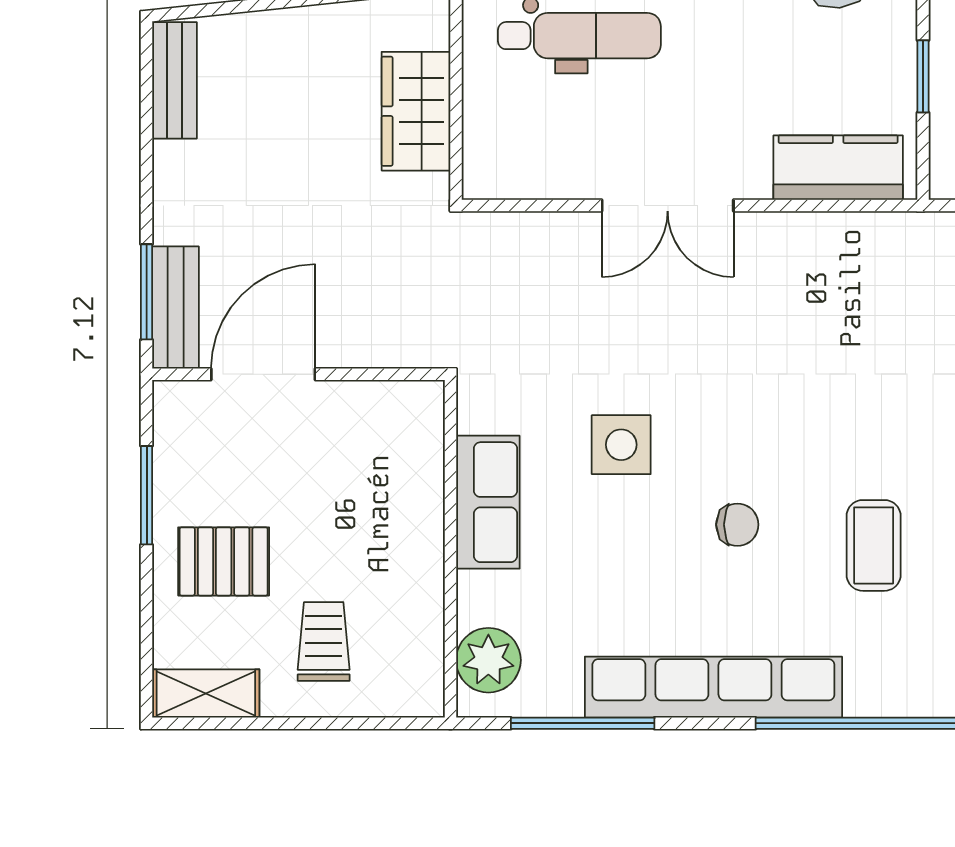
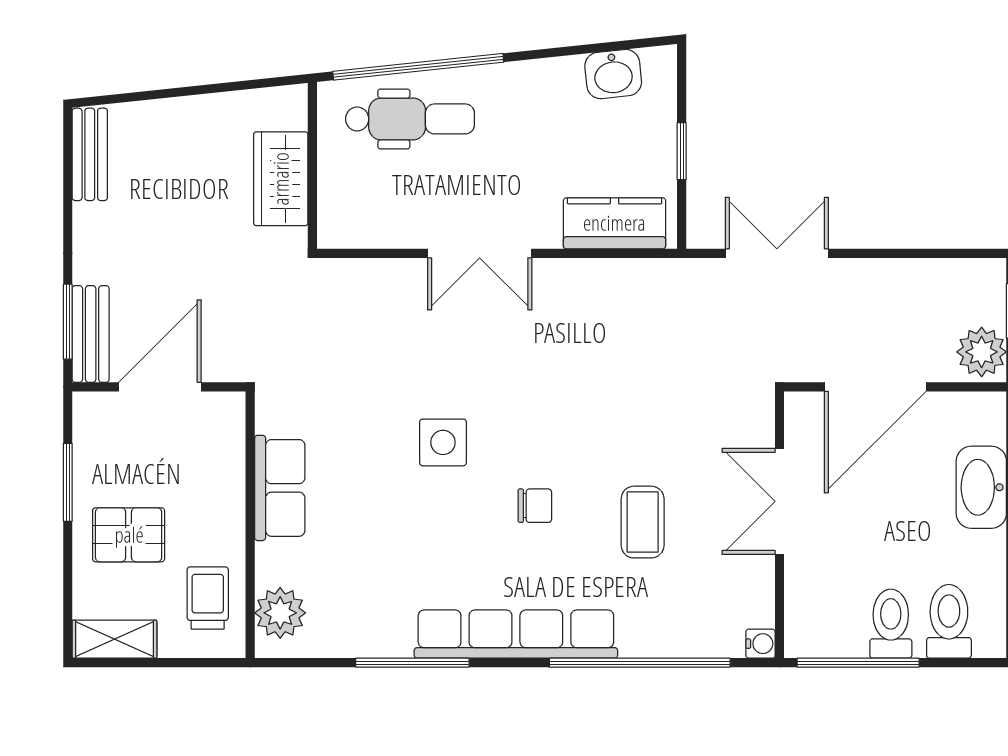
row of seats: (488, 502) -> (280, 488), moved
wall: (450, 549) -> (250, 525), moved
plant: (488, 660) -> (280, 613), moved

